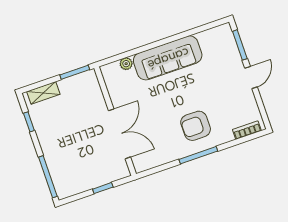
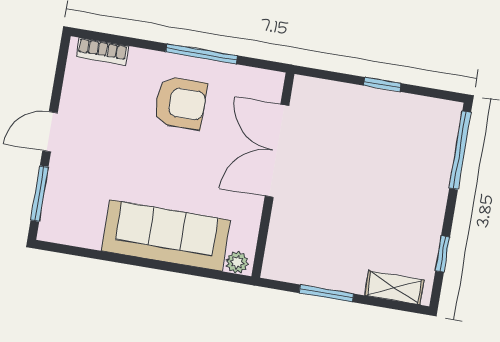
wall: (115, 121) -> (273, 175), moved
double door: (120, 134) -> (277, 151), moved

